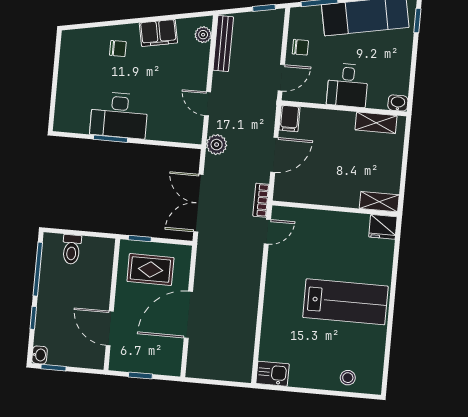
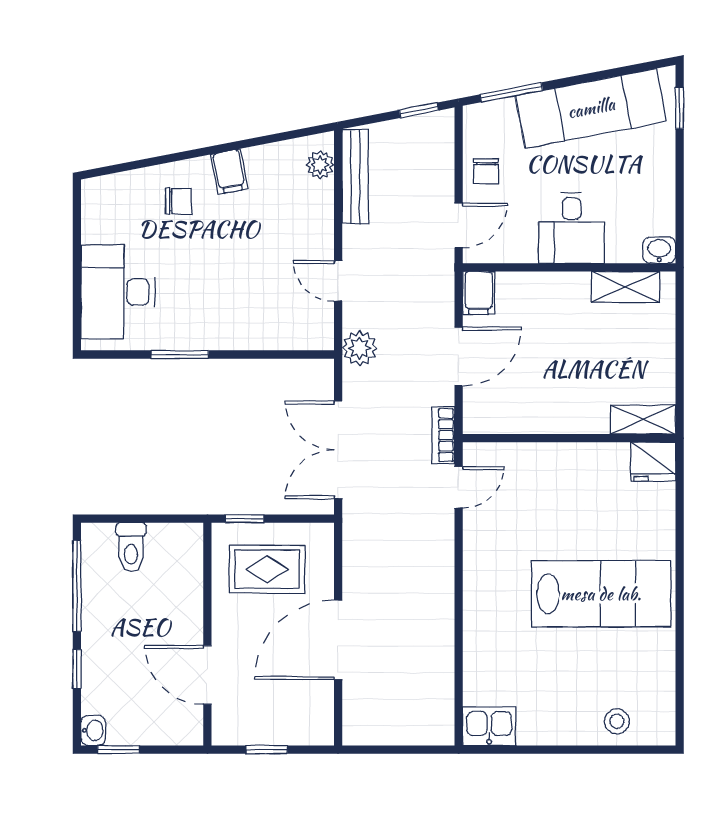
filing cabinet: (158, 33) -> (229, 172), width x0.50
chair: (300, 47) -> (486, 171), turned 90
desk: (119, 115) -> (118, 292), moved, turned 90

